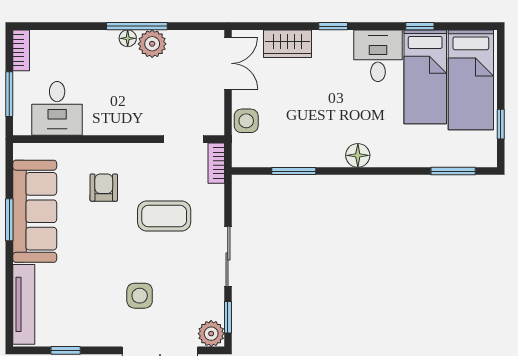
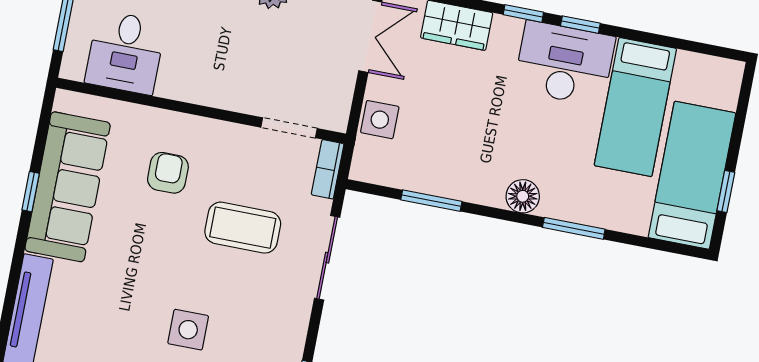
window: (420, 26) -> (580, 25), moved
desk: (378, 56) -> (564, 63), width x1.37
bed: (471, 80) -> (692, 175), moved, turned 180
window: (453, 171) -> (574, 228), moved
window: (9, 220) -> (31, 192), width x0.67
sliding door: (228, 257) -> (327, 258), moved

